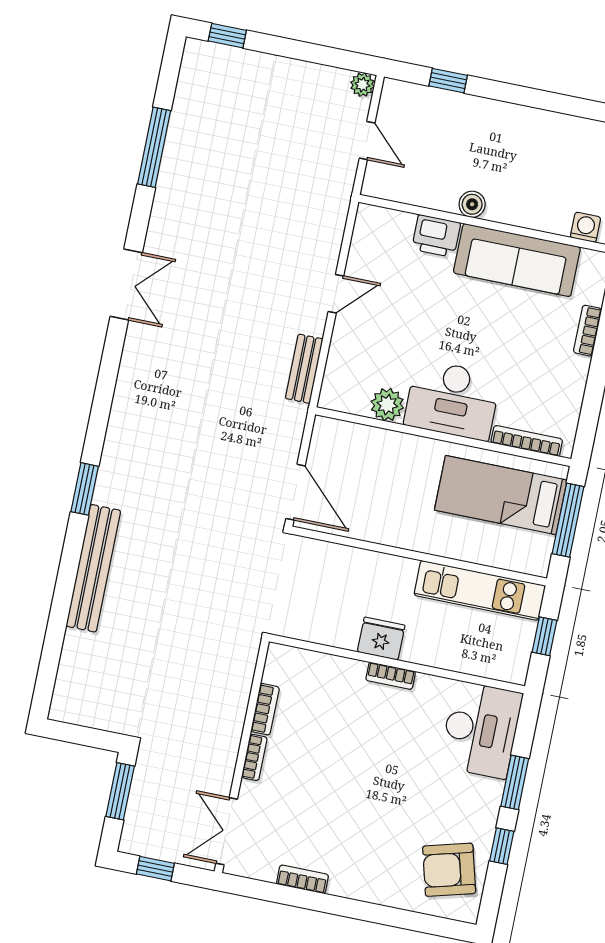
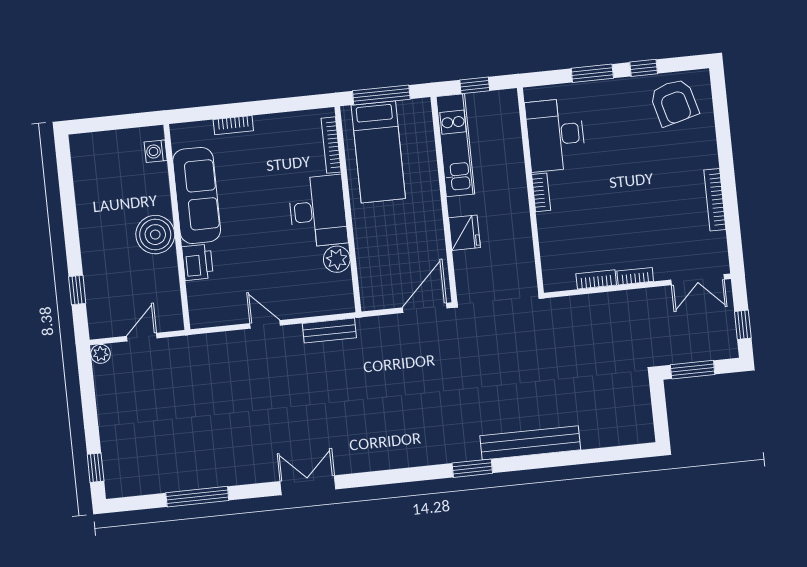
boiler: (472, 204) -> (155, 235), width x1.86, depth x1.86
fridge: (381, 639) -> (464, 233), moved, turned 180
desk: (481, 730) -> (555, 135), moved, turned -90
bookcase: (303, 879) -> (715, 200), width x1.56

